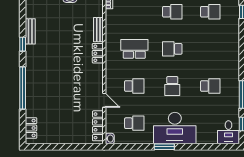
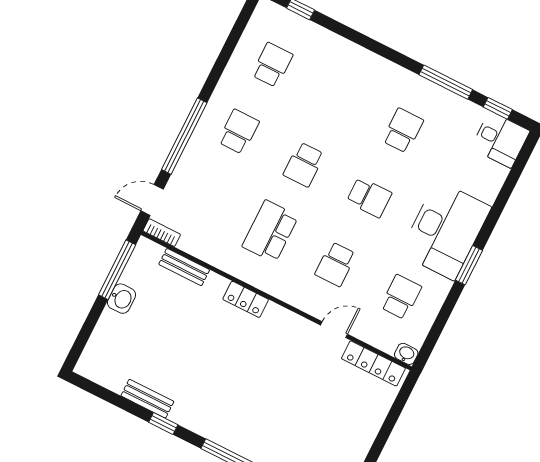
bench: (98, 30) -> (184, 267), moved
school desk: (134, 86) -> (336, 264), turned 180

